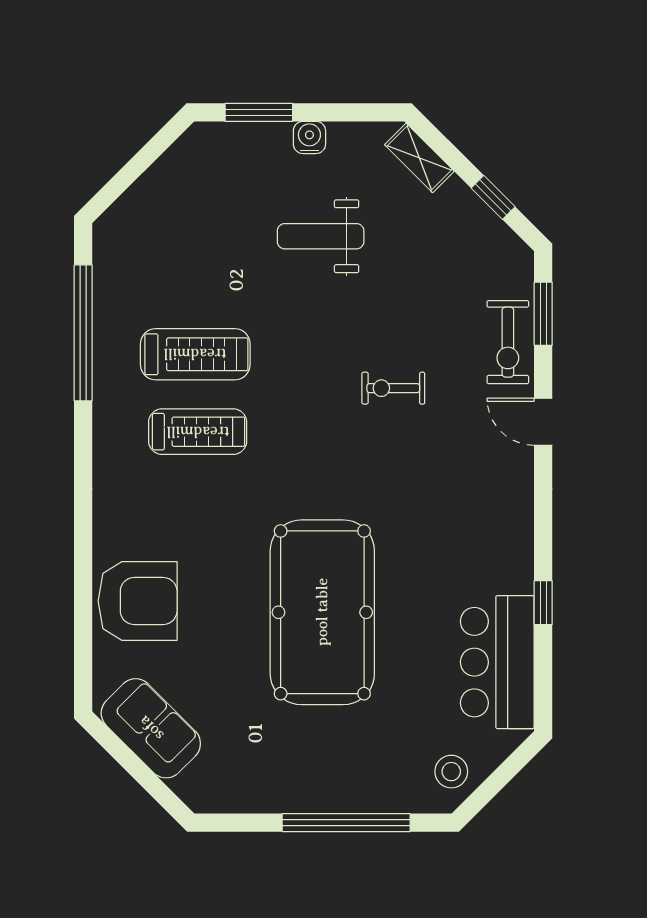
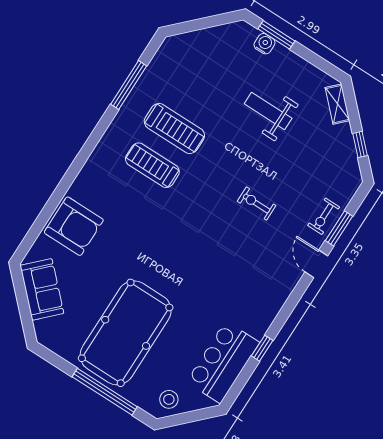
water cooler: (309, 137) -> (264, 44), moved
window: (543, 314) -> (339, 228), moved
window: (83, 333) -> (129, 85), width x0.68
exercise bike: (508, 342) -> (324, 216), width x0.73, depth x0.72
treadmill: (198, 432) -> (152, 165), turned 180
pool table: (322, 612) -> (126, 333), moved

